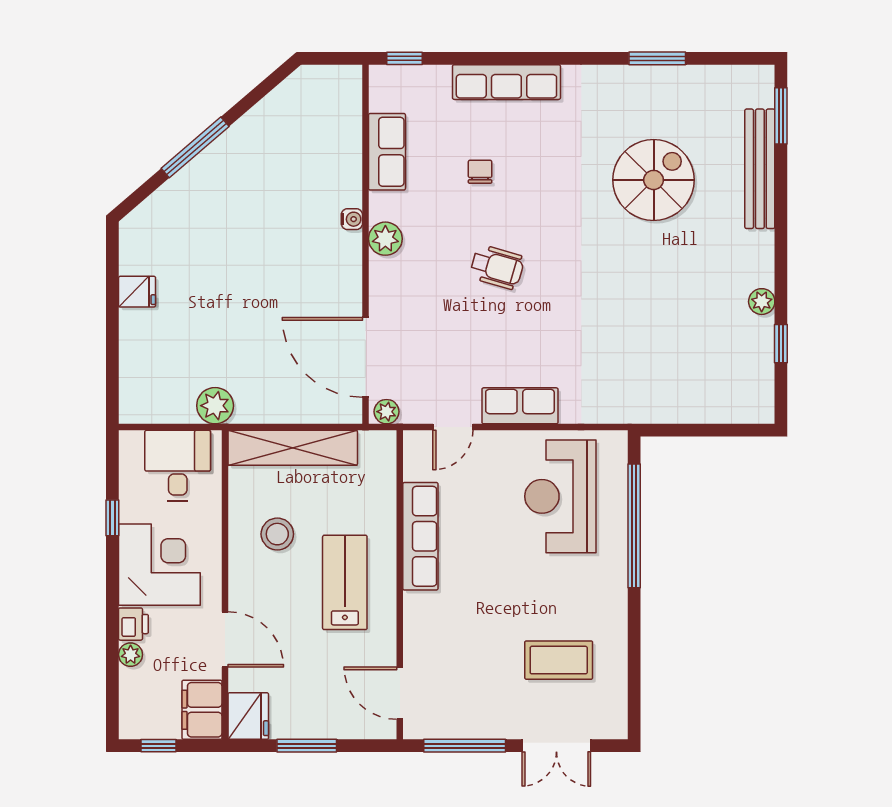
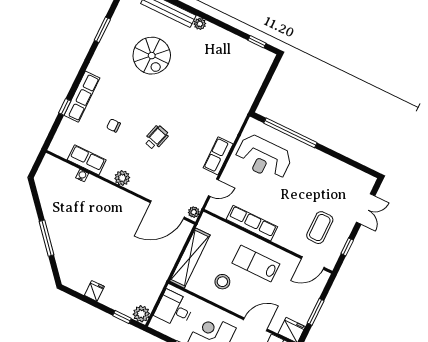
window: (405, 58) -> (65, 107), moved
spiral stairs: (654, 180) -> (152, 56), turned 180
water cooler: (352, 219) -> (82, 176), moved
plant: (762, 302) -> (200, 24), moved
window: (781, 344) -> (257, 42), moved
window: (112, 371) -> (122, 317), added
plant: (215, 406) -> (141, 314), moved
door: (453, 427) -> (213, 188), hinge flipped
coffee table: (559, 660) -> (320, 228), moved
window: (465, 746) -> (347, 247), width x0.46

